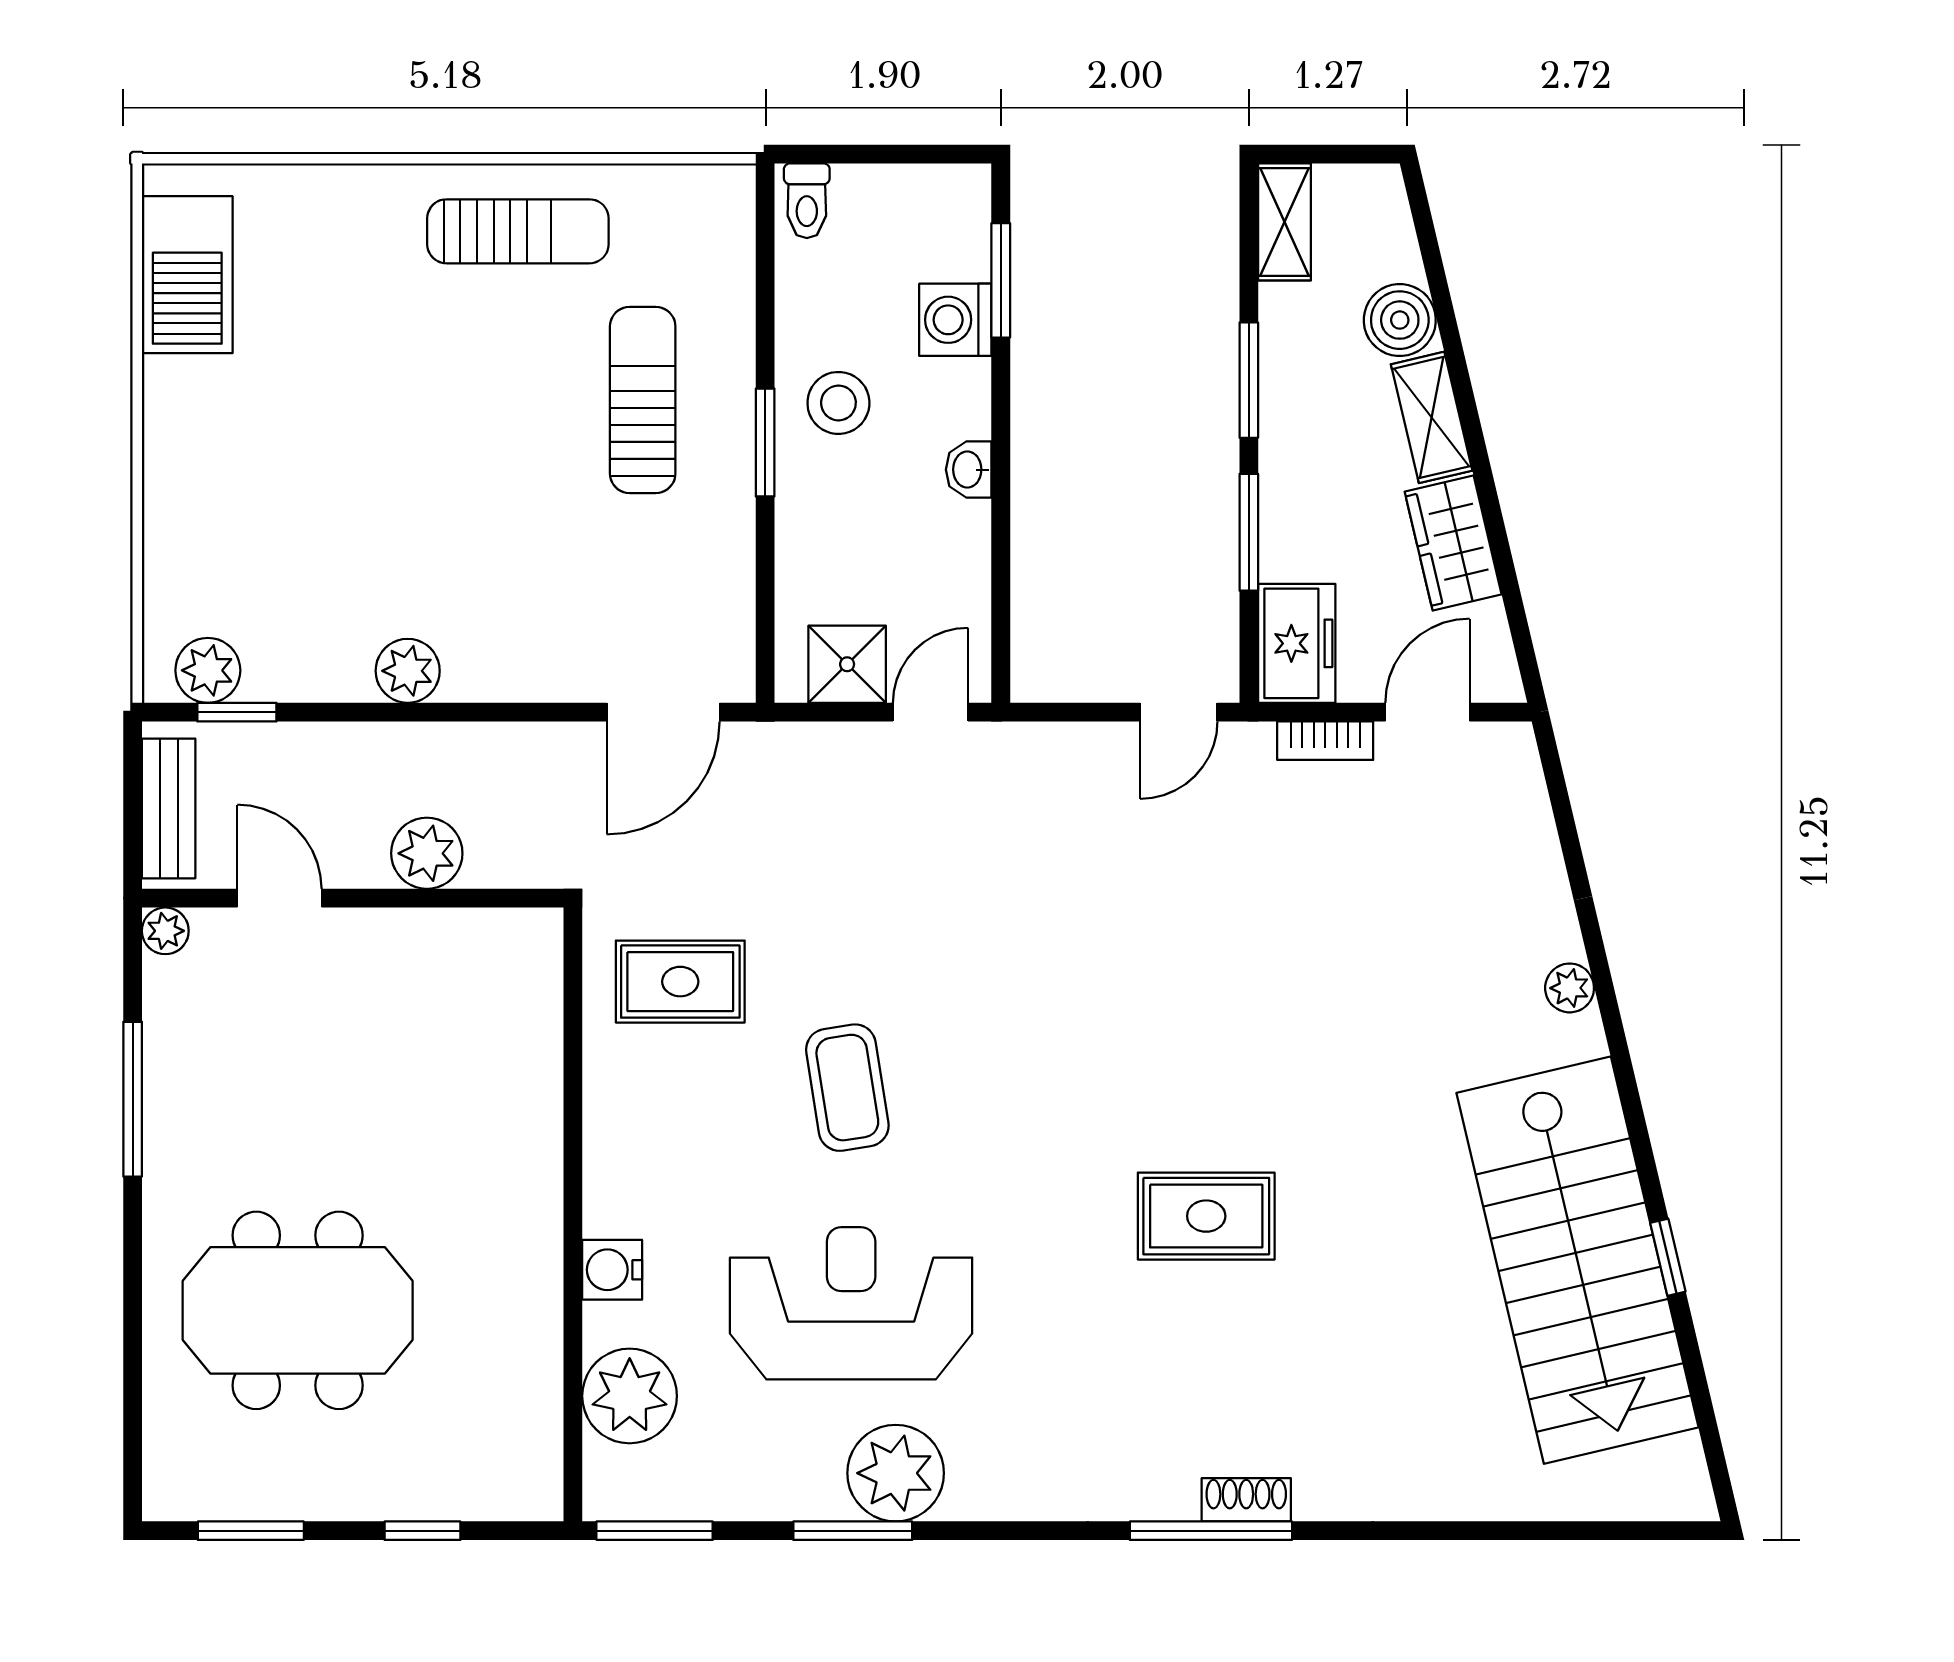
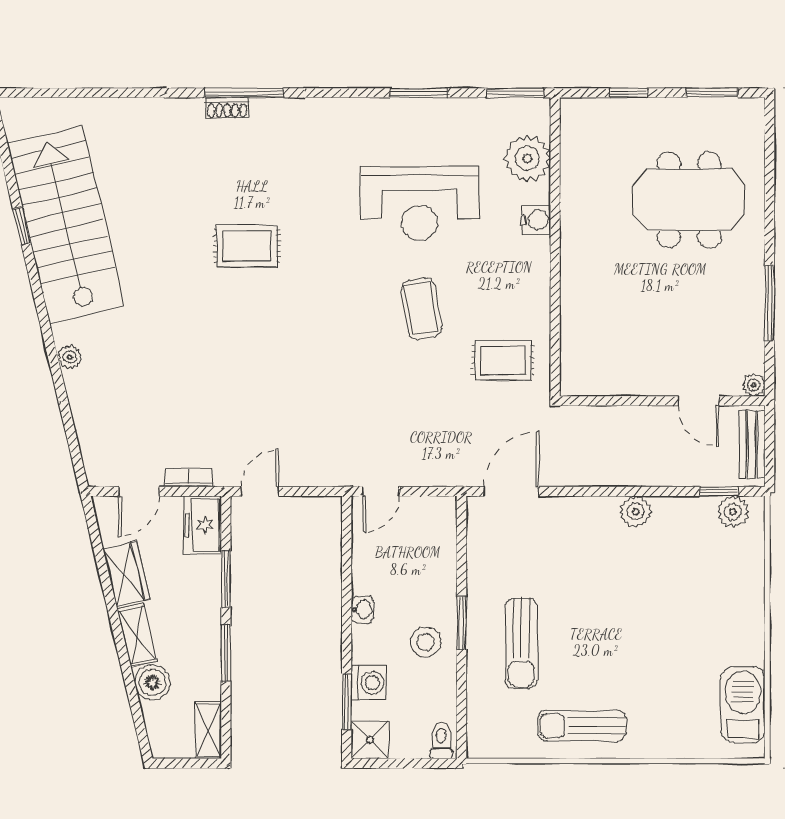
shower: (847, 664) -> (370, 740), moved
plant: (427, 853) -> (626, 423), removed
plant: (896, 1473) -> (398, 121), removed

